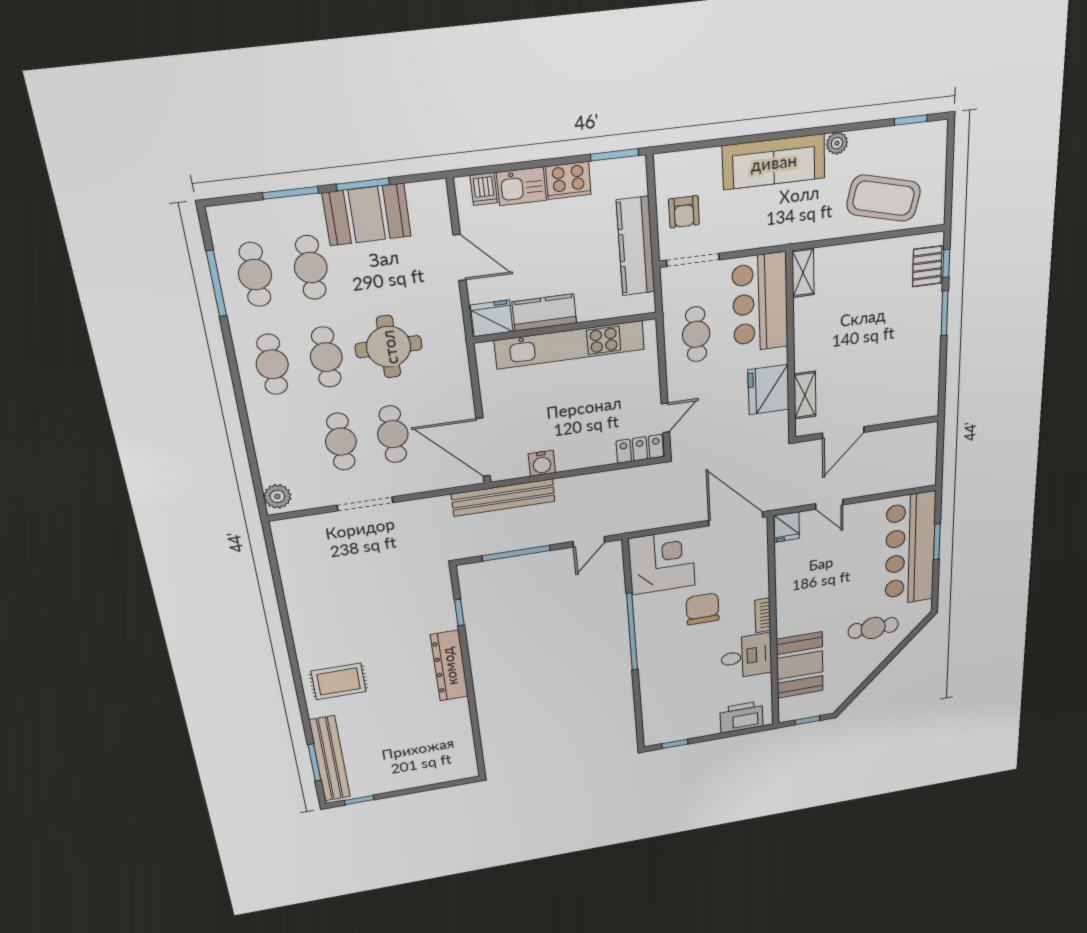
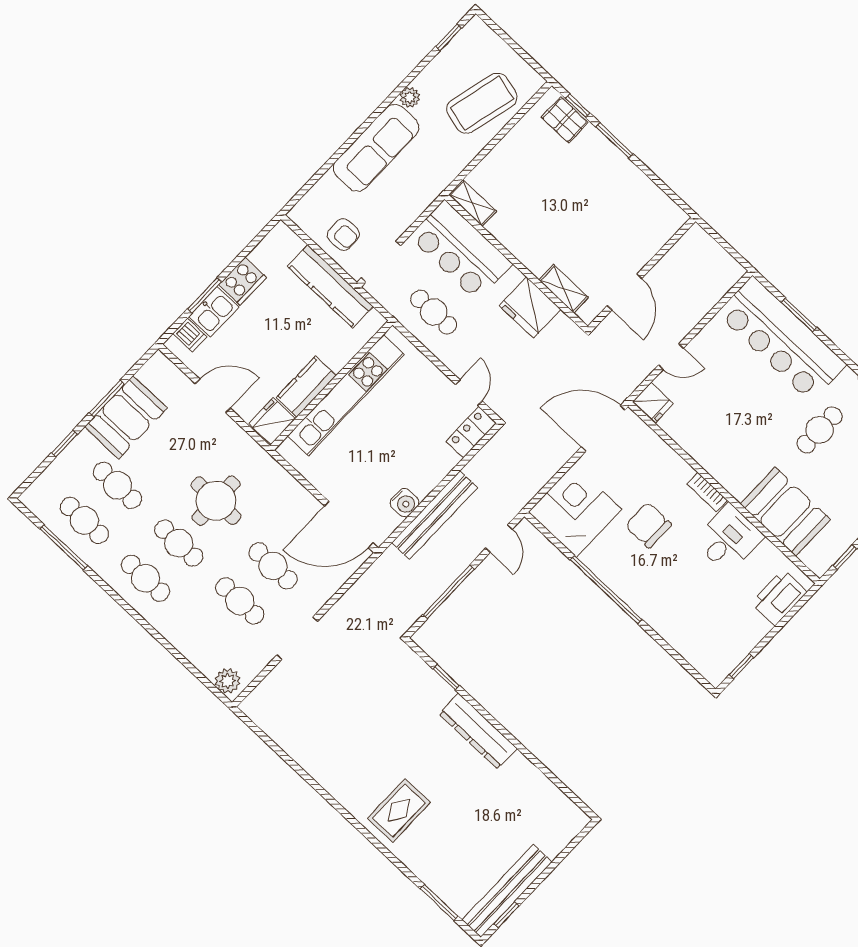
window: (615, 155) -> (205, 295), moved
window: (290, 193) -> (64, 444), width x0.67
bench: (503, 498) -> (435, 515), moved
bench: (330, 759) -> (507, 891), moved, turned 90

